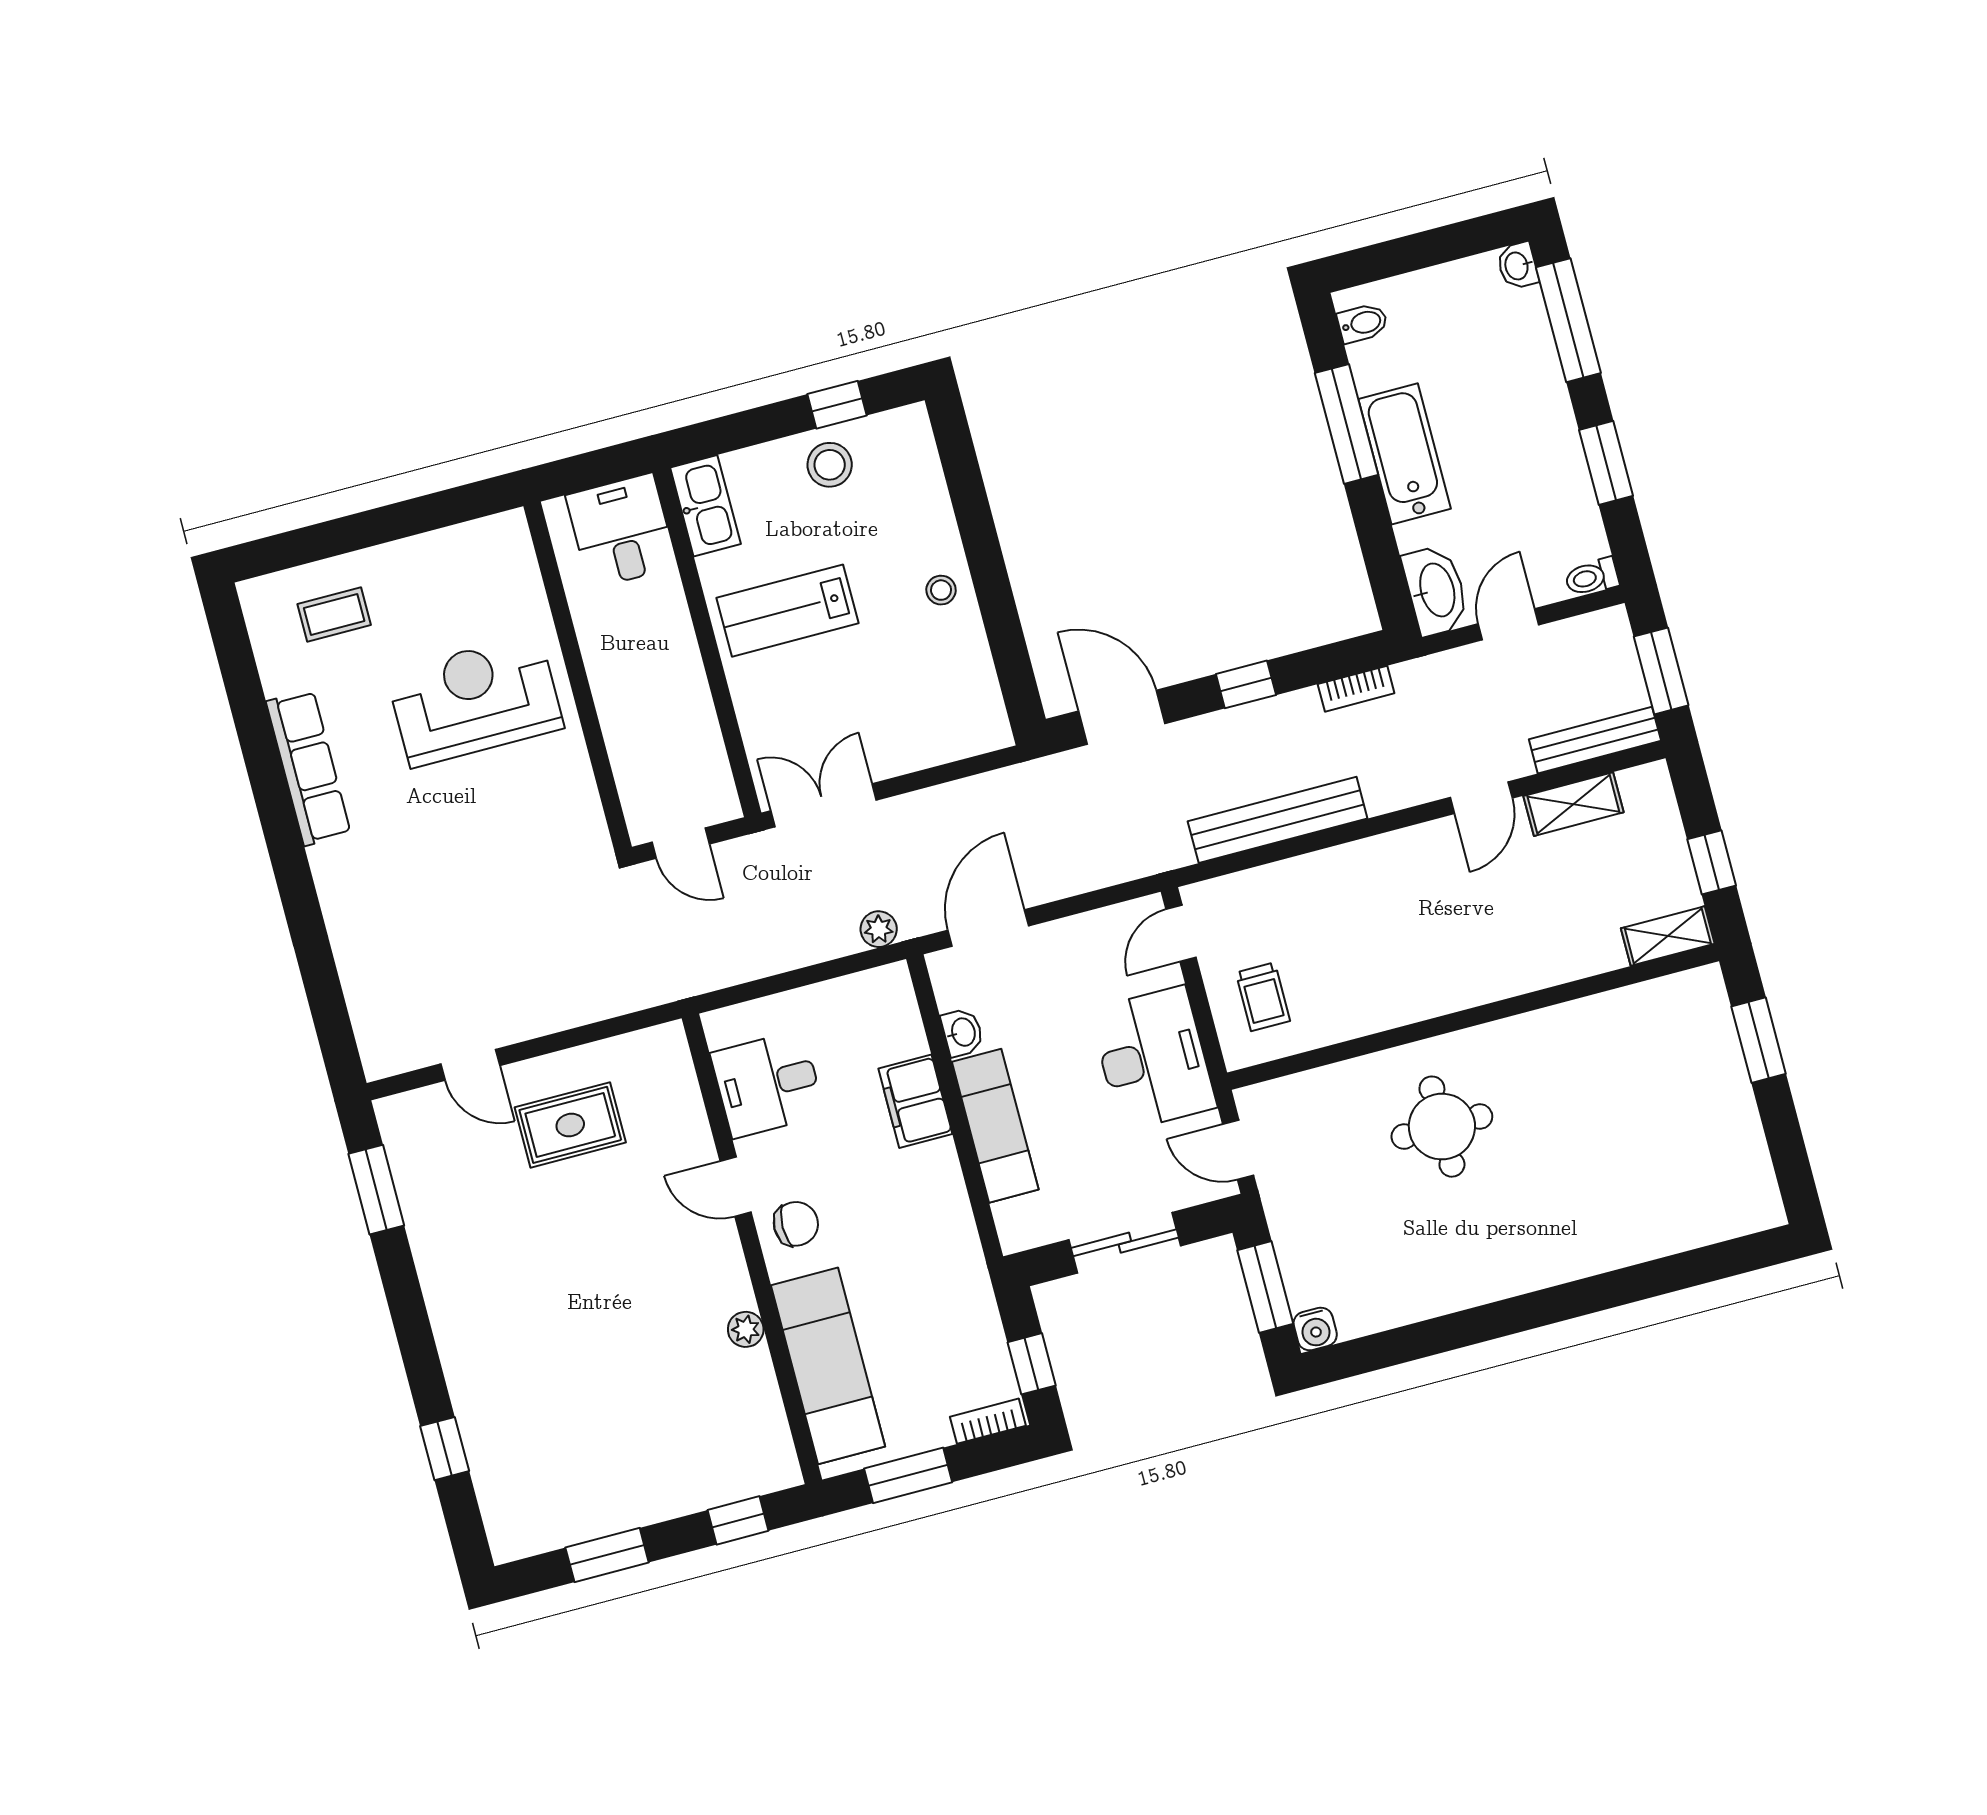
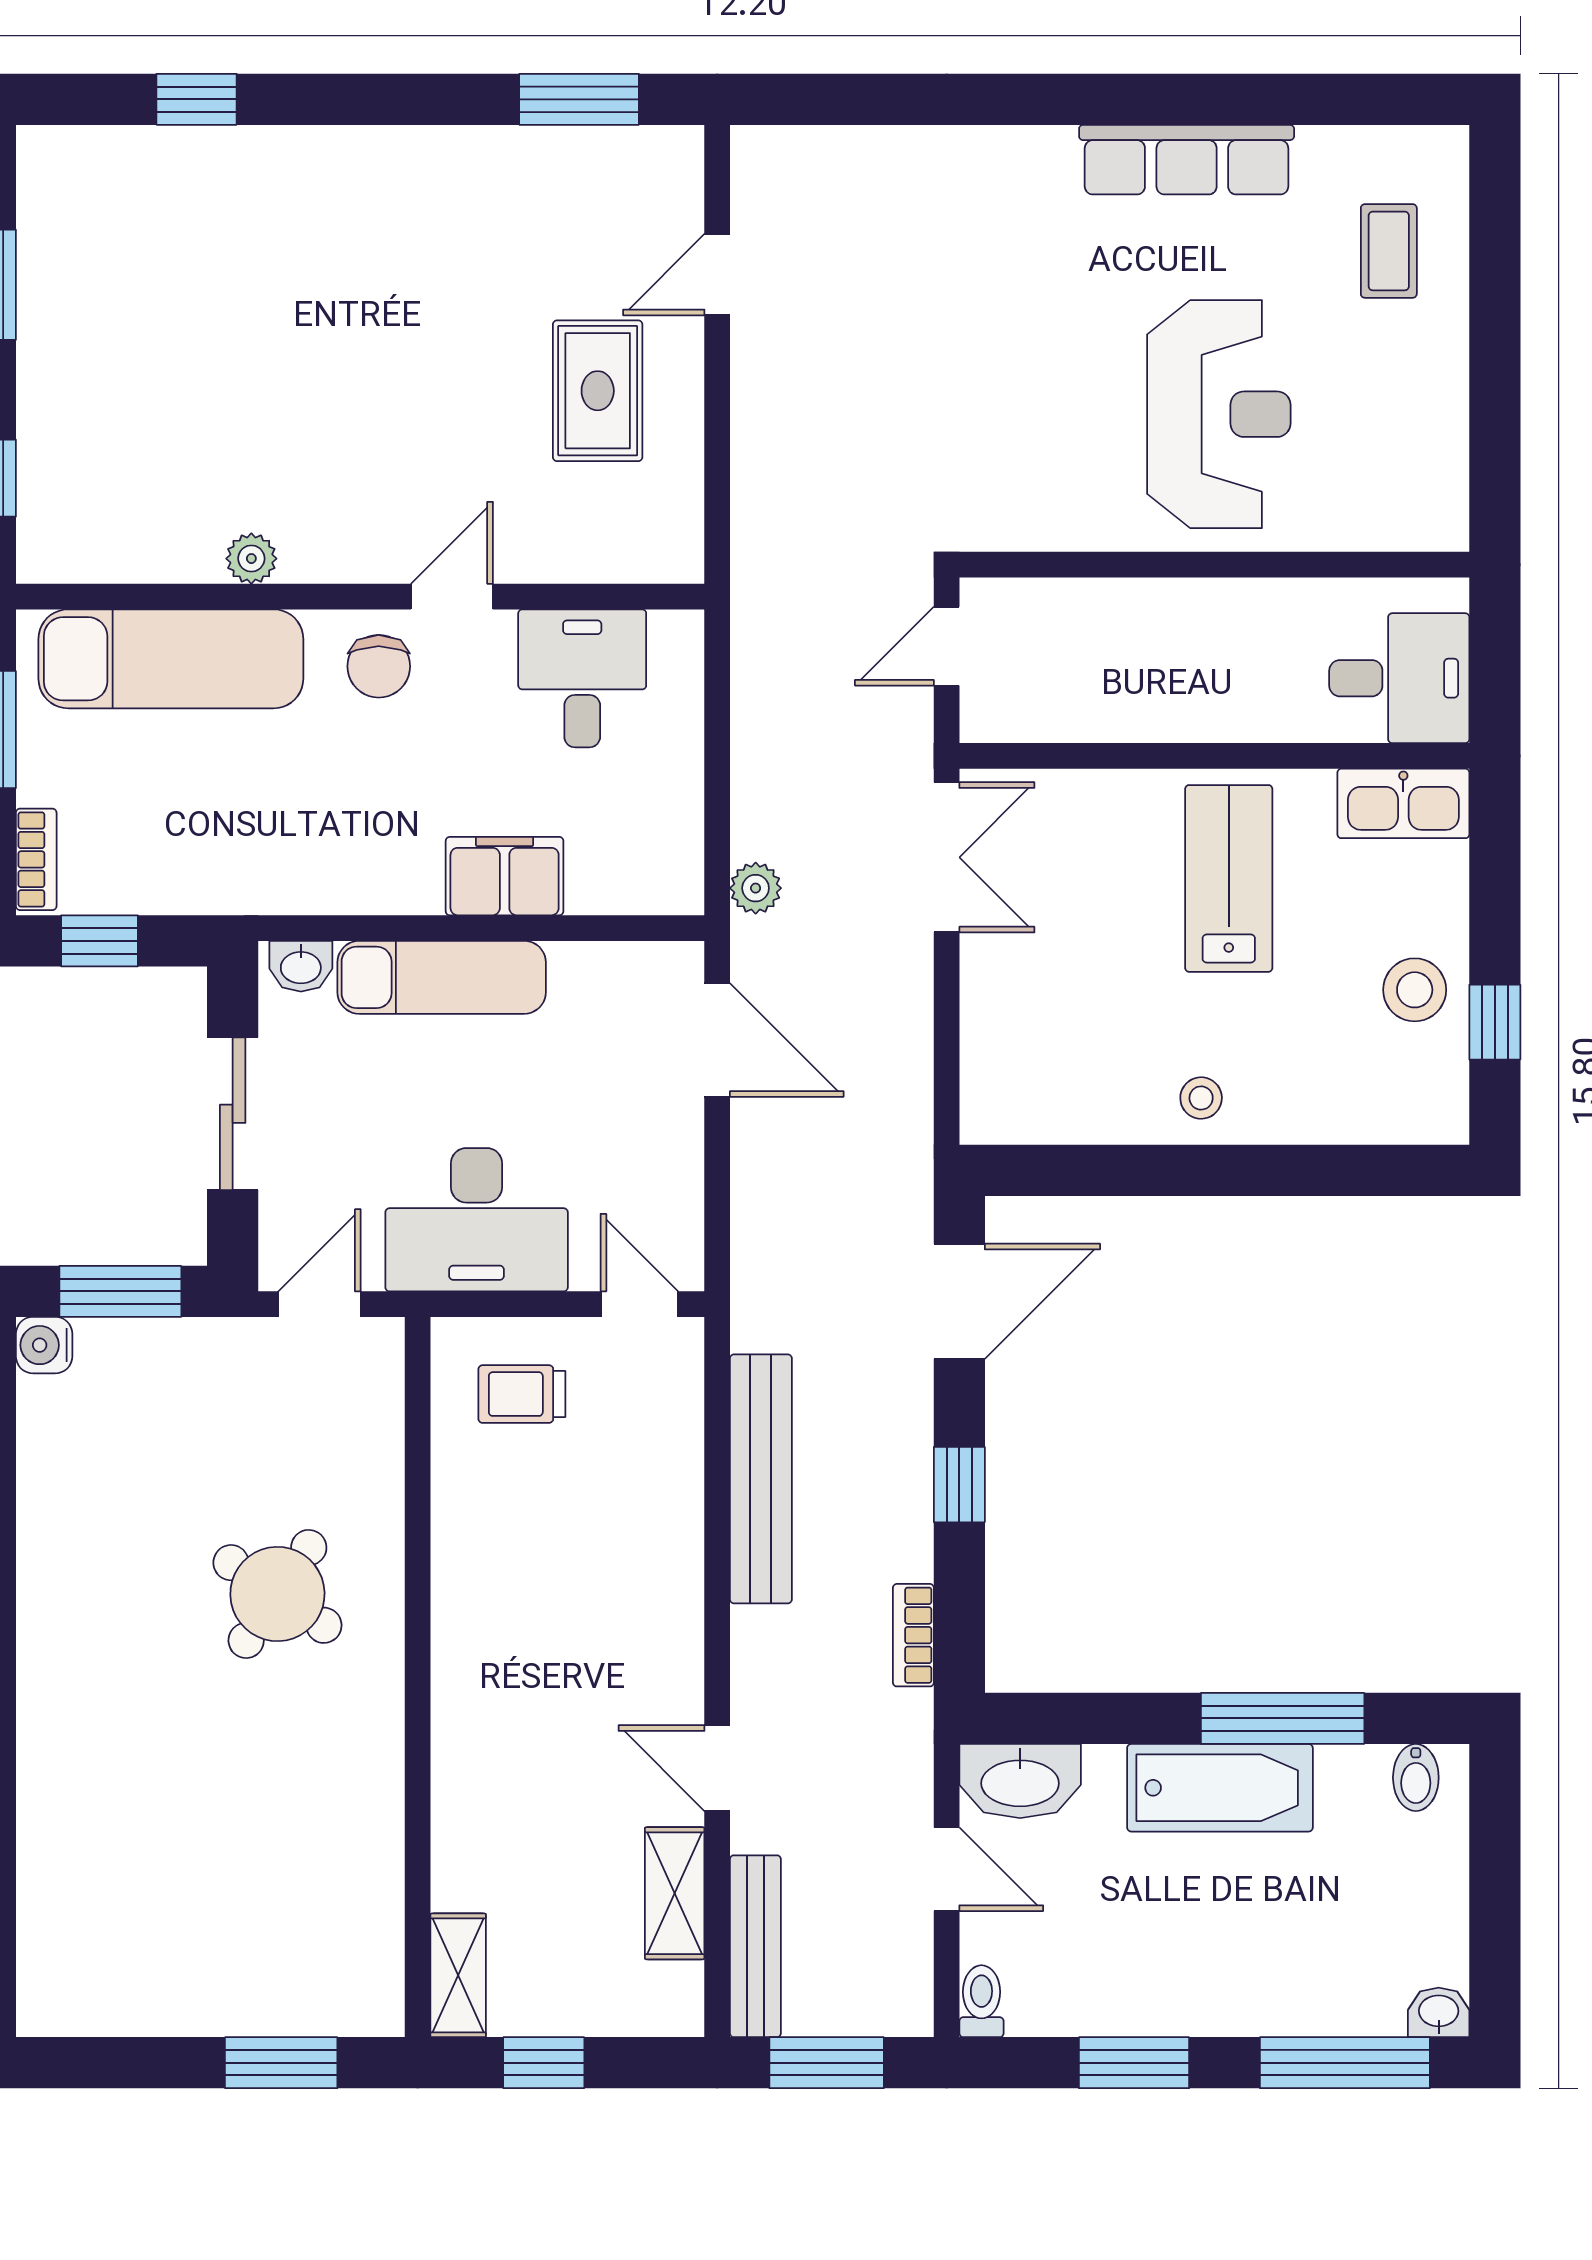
washbasin: (962, 1032) -> (301, 966), moved
round table: (1442, 1127) -> (277, 1594), turned 34

